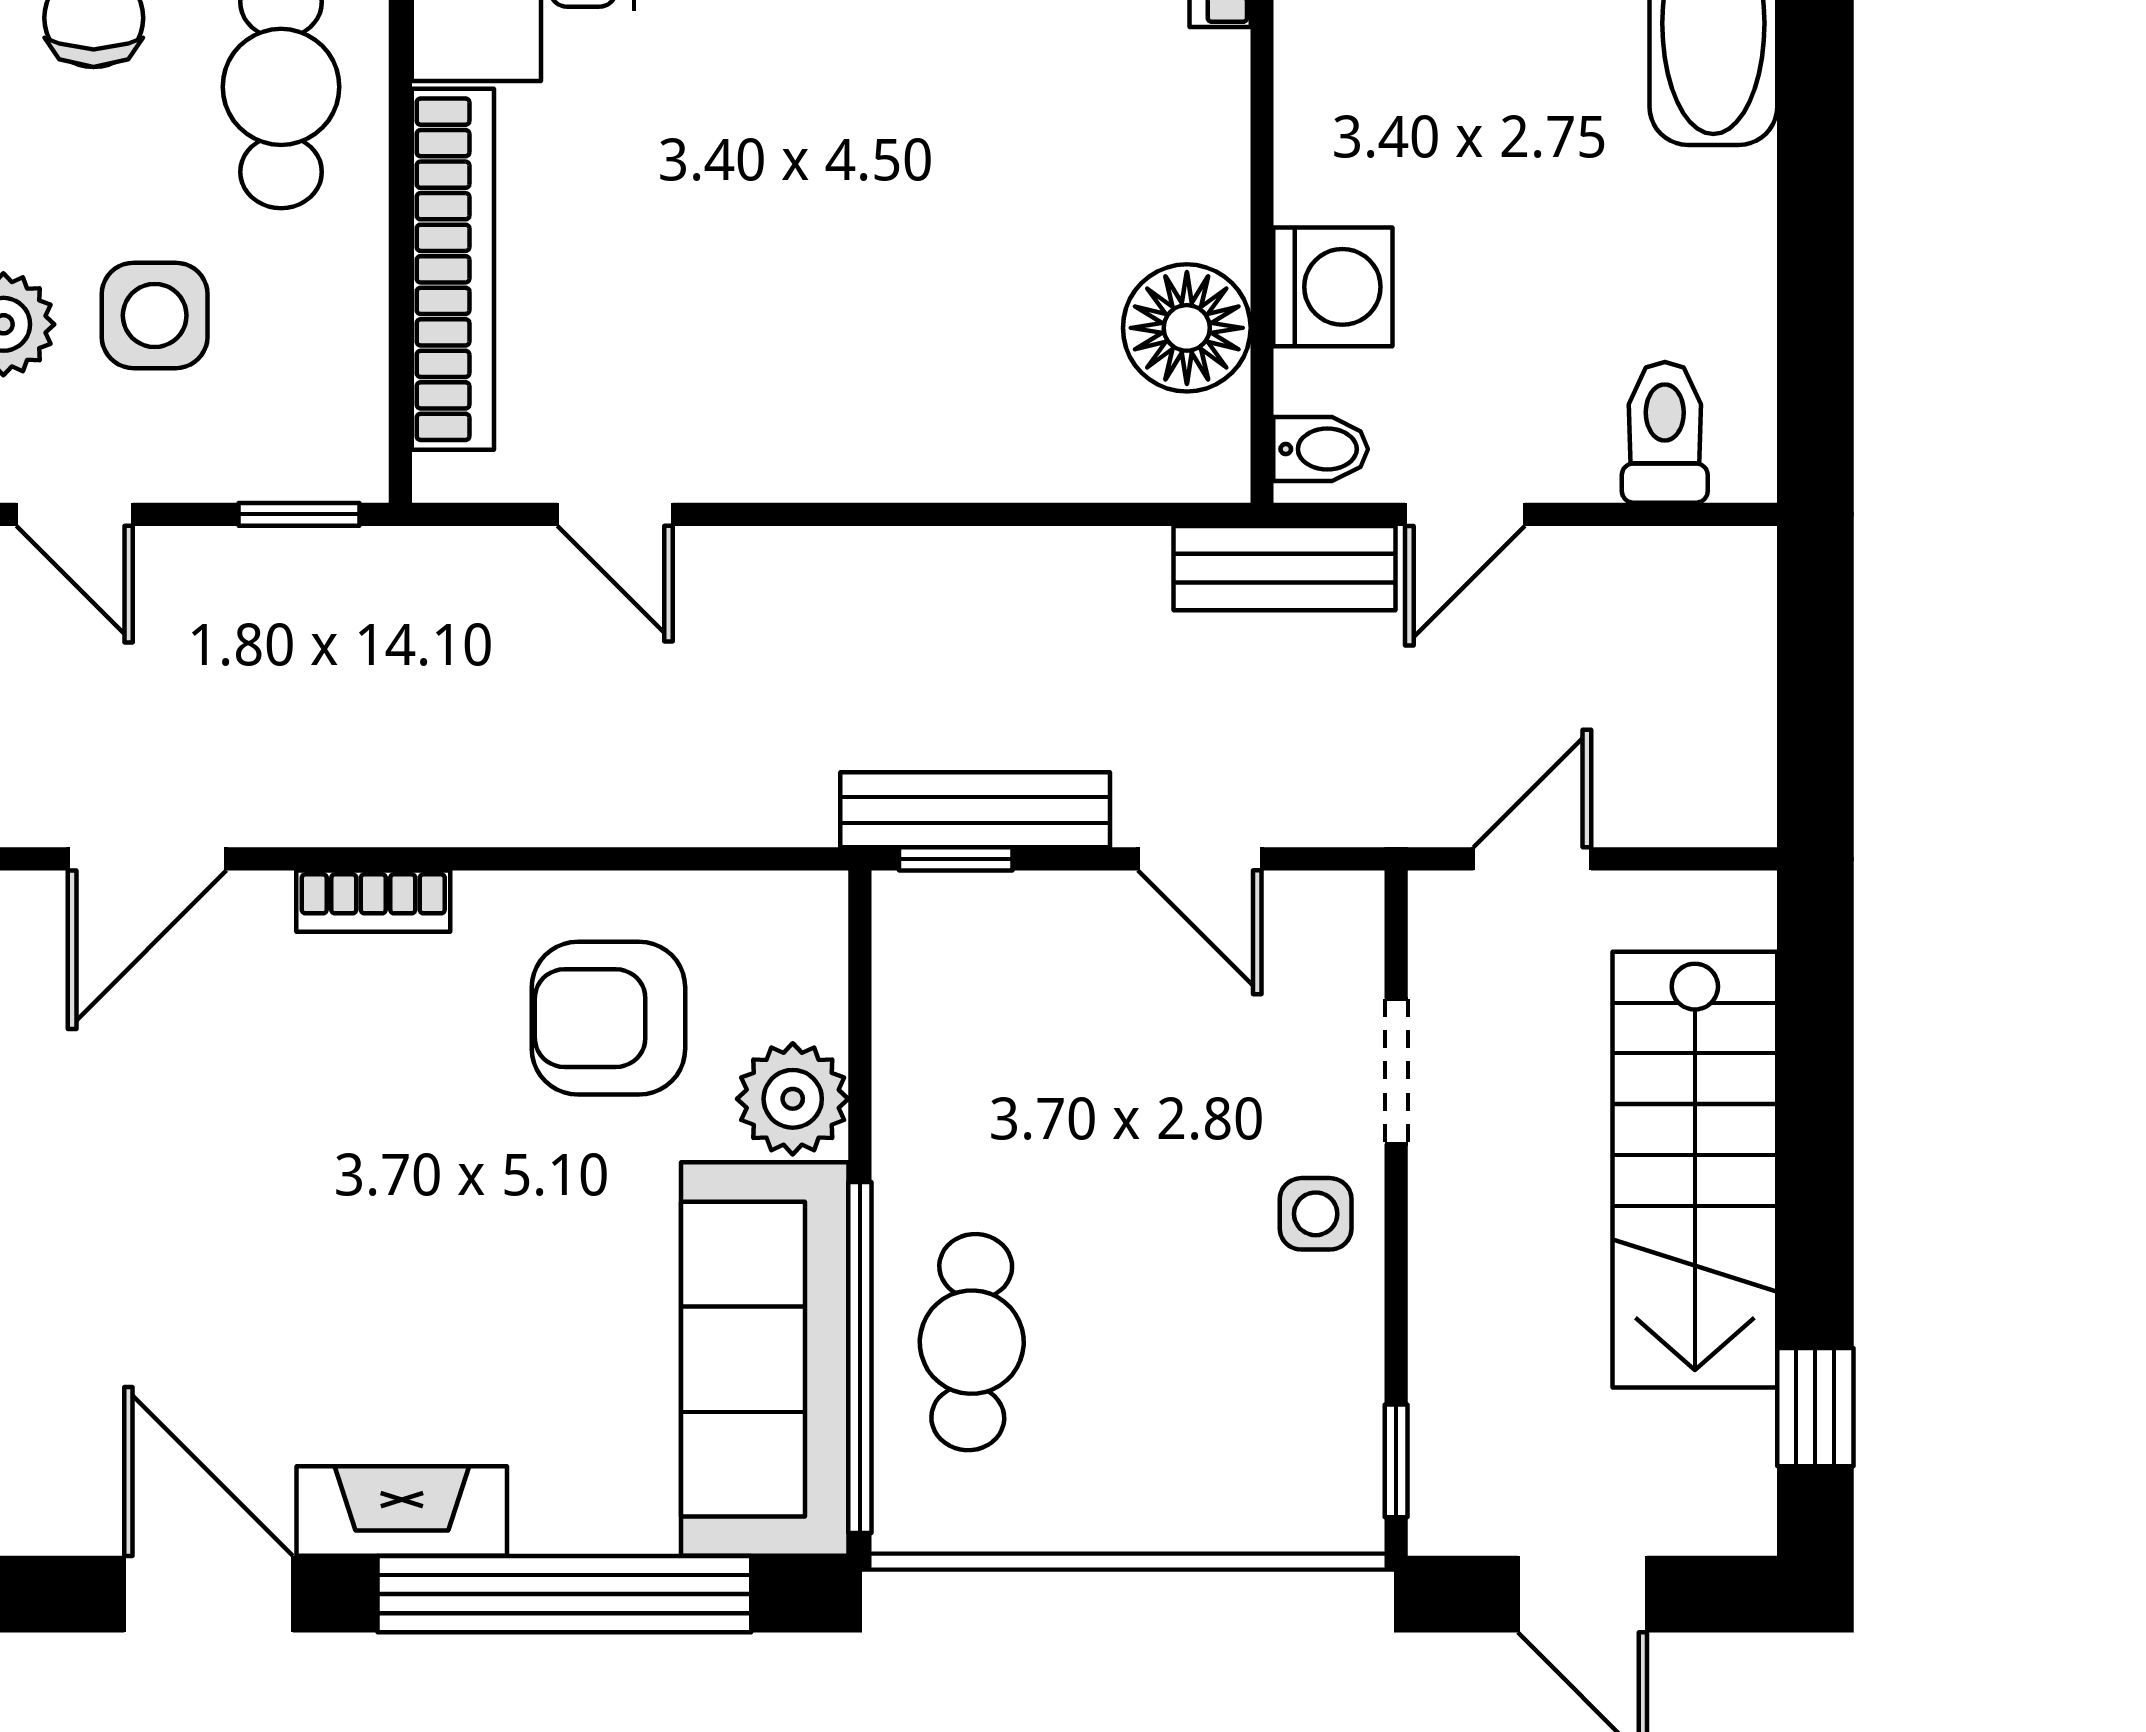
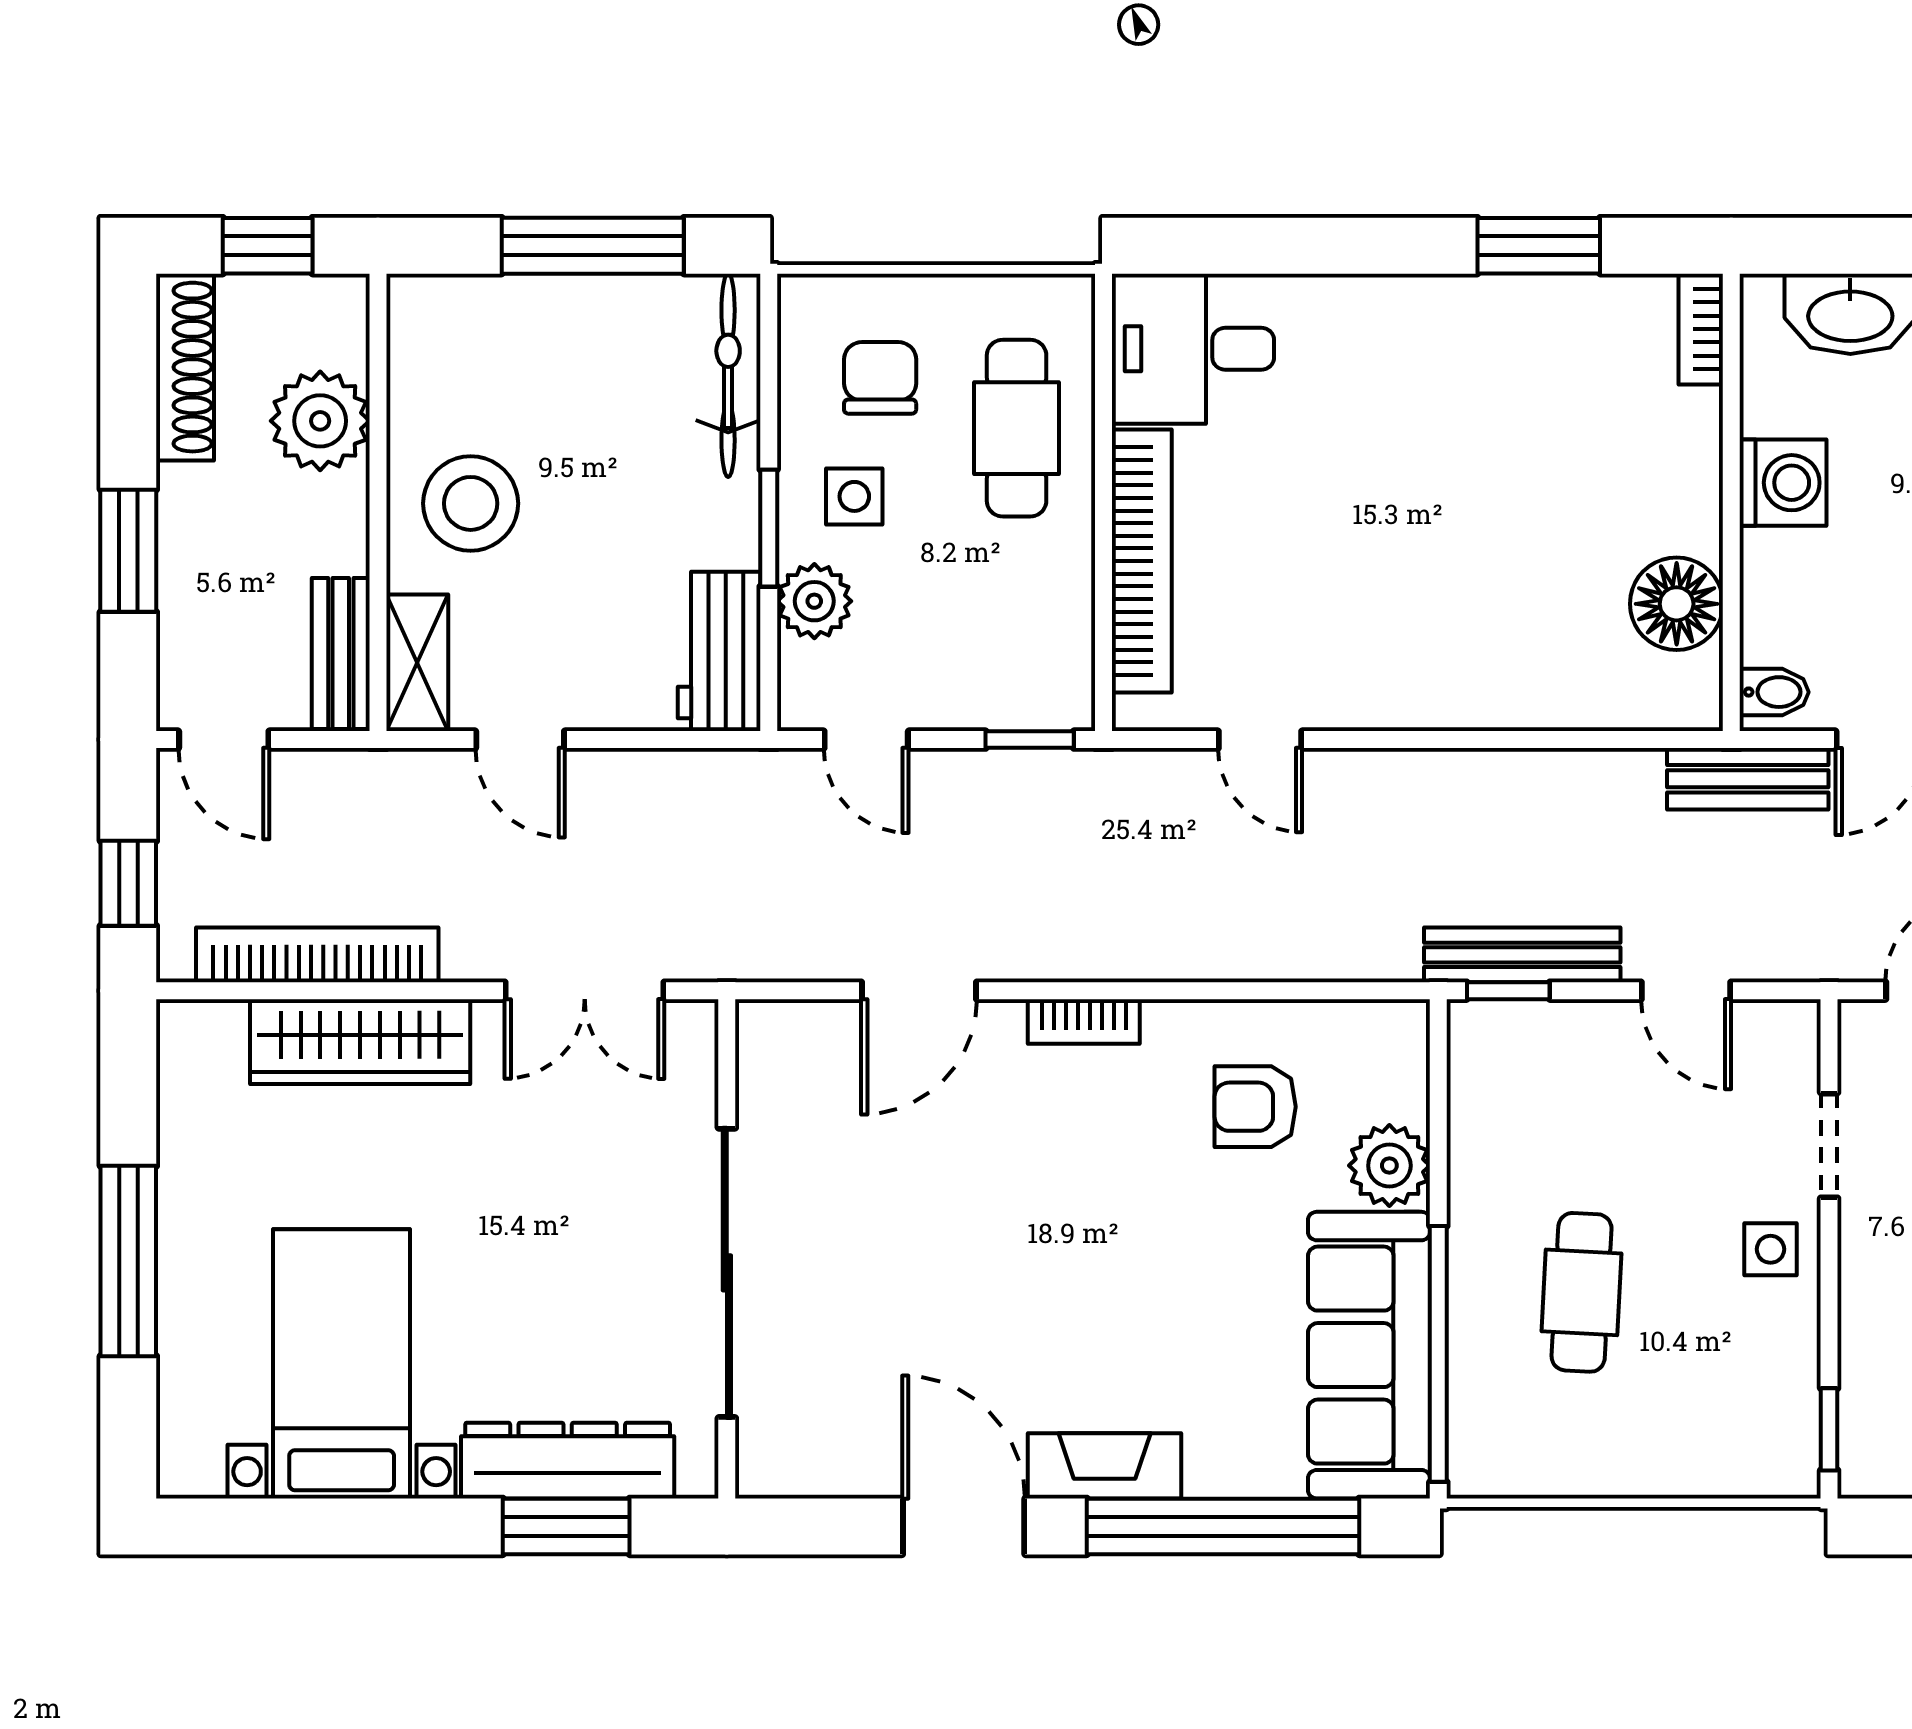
washing machine: (1333, 287) -> (1783, 483), moved
side table: (155, 315) -> (854, 496), moved, width x0.73, depth x0.73
armchair: (608, 1018) -> (1255, 1107), width x0.72, depth x0.72
cafe table: (972, 1342) -> (1582, 1292), moved

